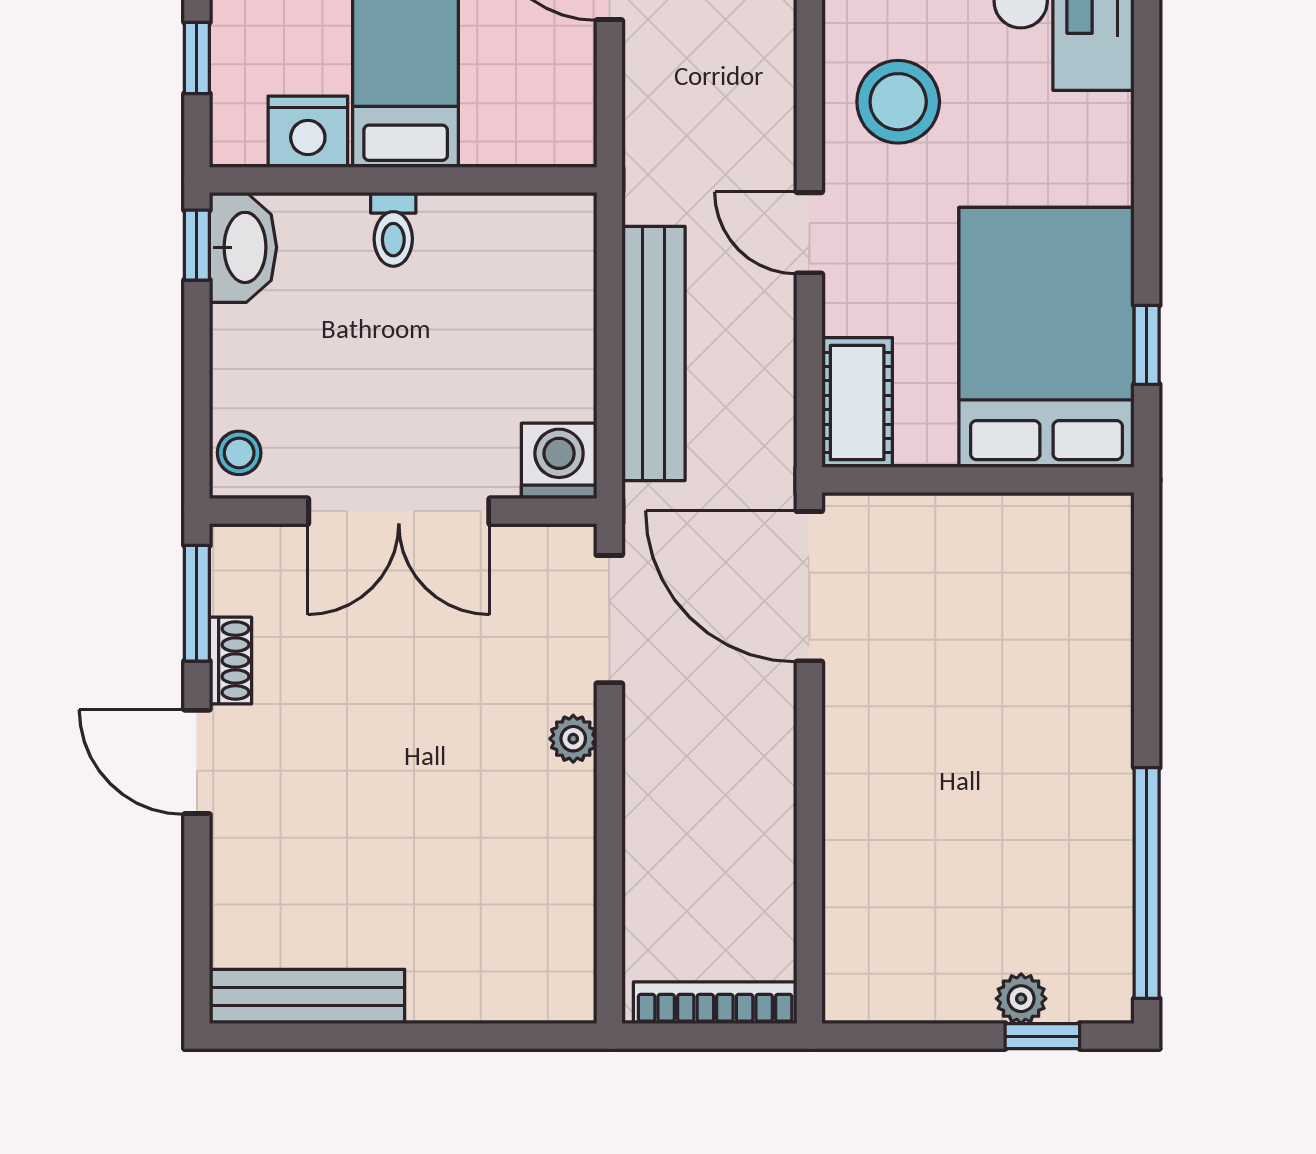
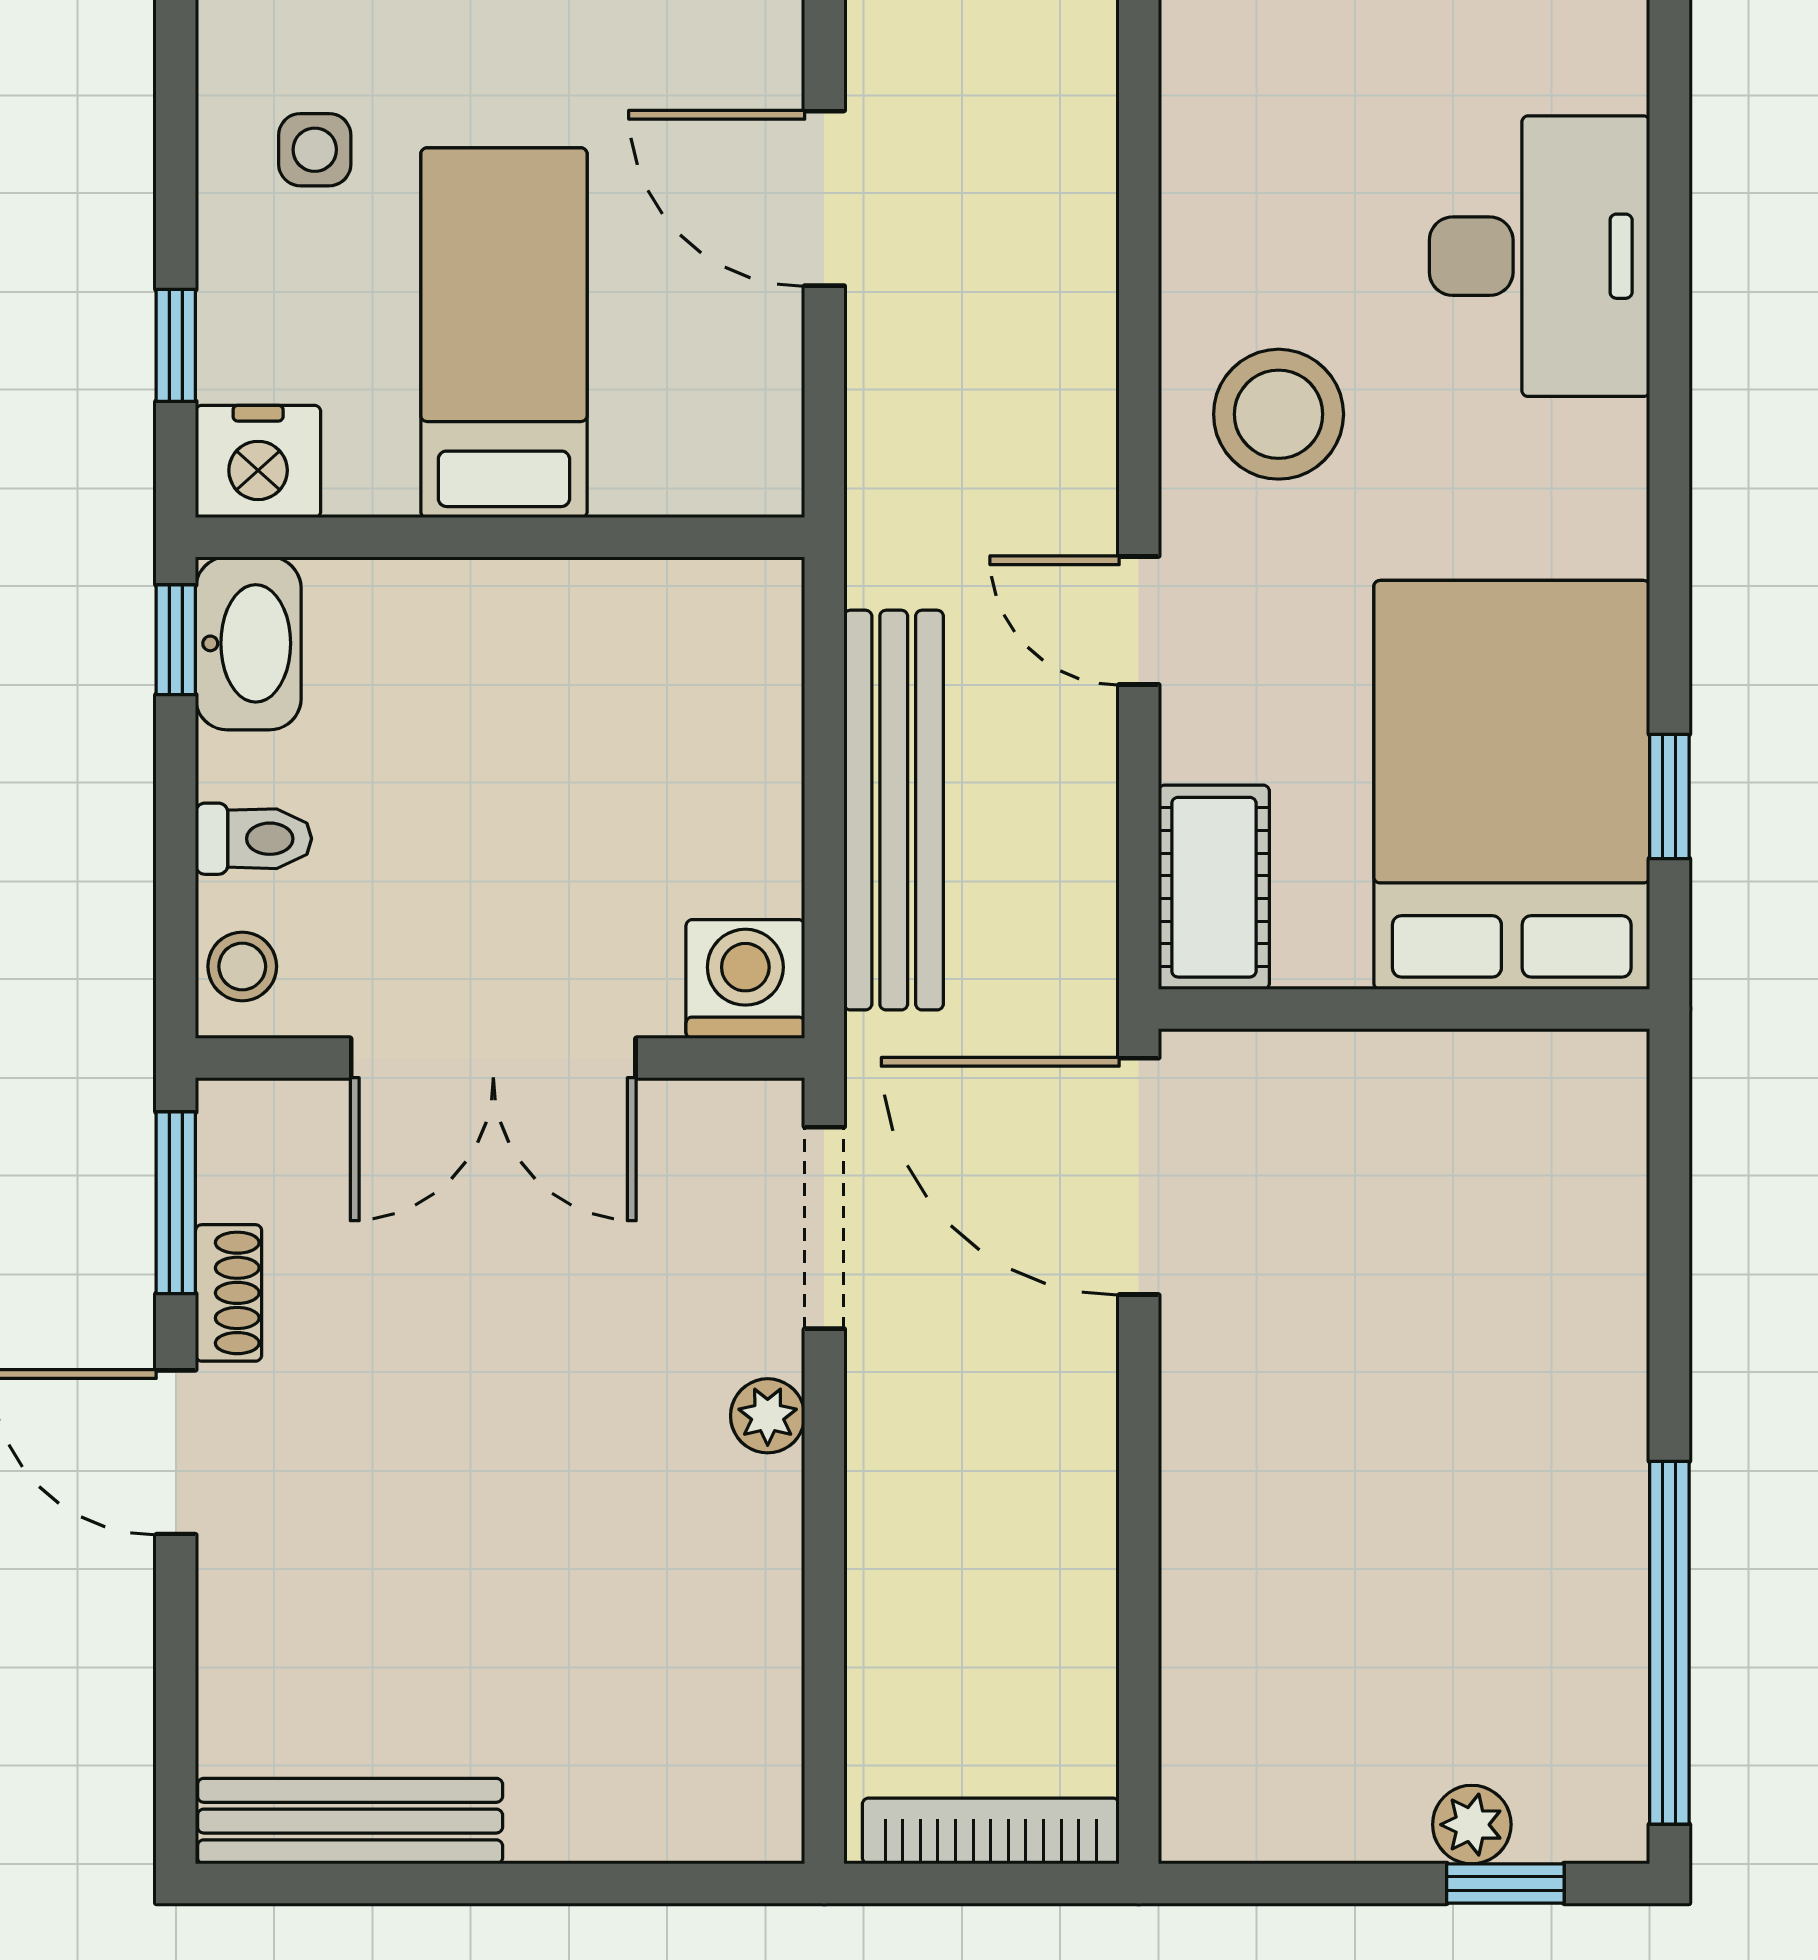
nightstand: (308, 132) -> (258, 461), moved
toilet: (393, 229) -> (253, 839), moved, turned -90

